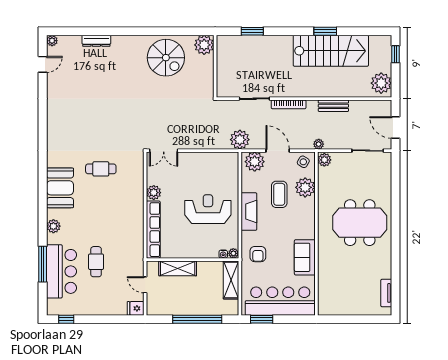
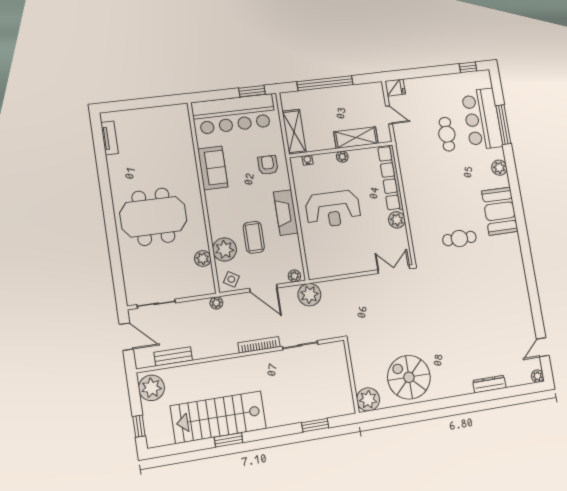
bench: (333, 106) -> (173, 356), moved
plant: (324, 160) -> (203, 258), moved
plant: (255, 162) -> (294, 276), width x0.53, depth x0.53
plant: (233, 253) -> (342, 157), moved

